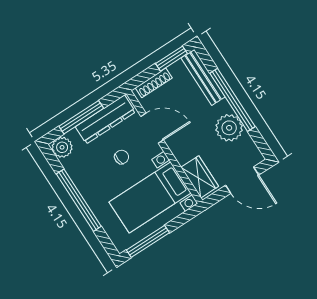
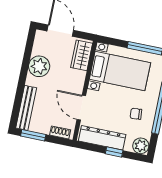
shoe rack: (154, 83) -> (60, 132), width x0.70
window: (233, 100) -> (22, 80), removed
window: (81, 117) -> (114, 152), width x0.46
chair: (122, 157) -> (136, 114), moved

